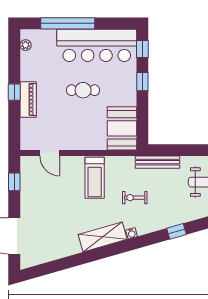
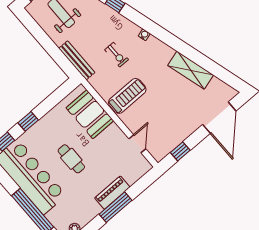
window: (14, 92) -> (116, 207), width x2.17
booth: (122, 128) -> (90, 114), moved, turned 90
shelving: (103, 237) -> (191, 70), moved

